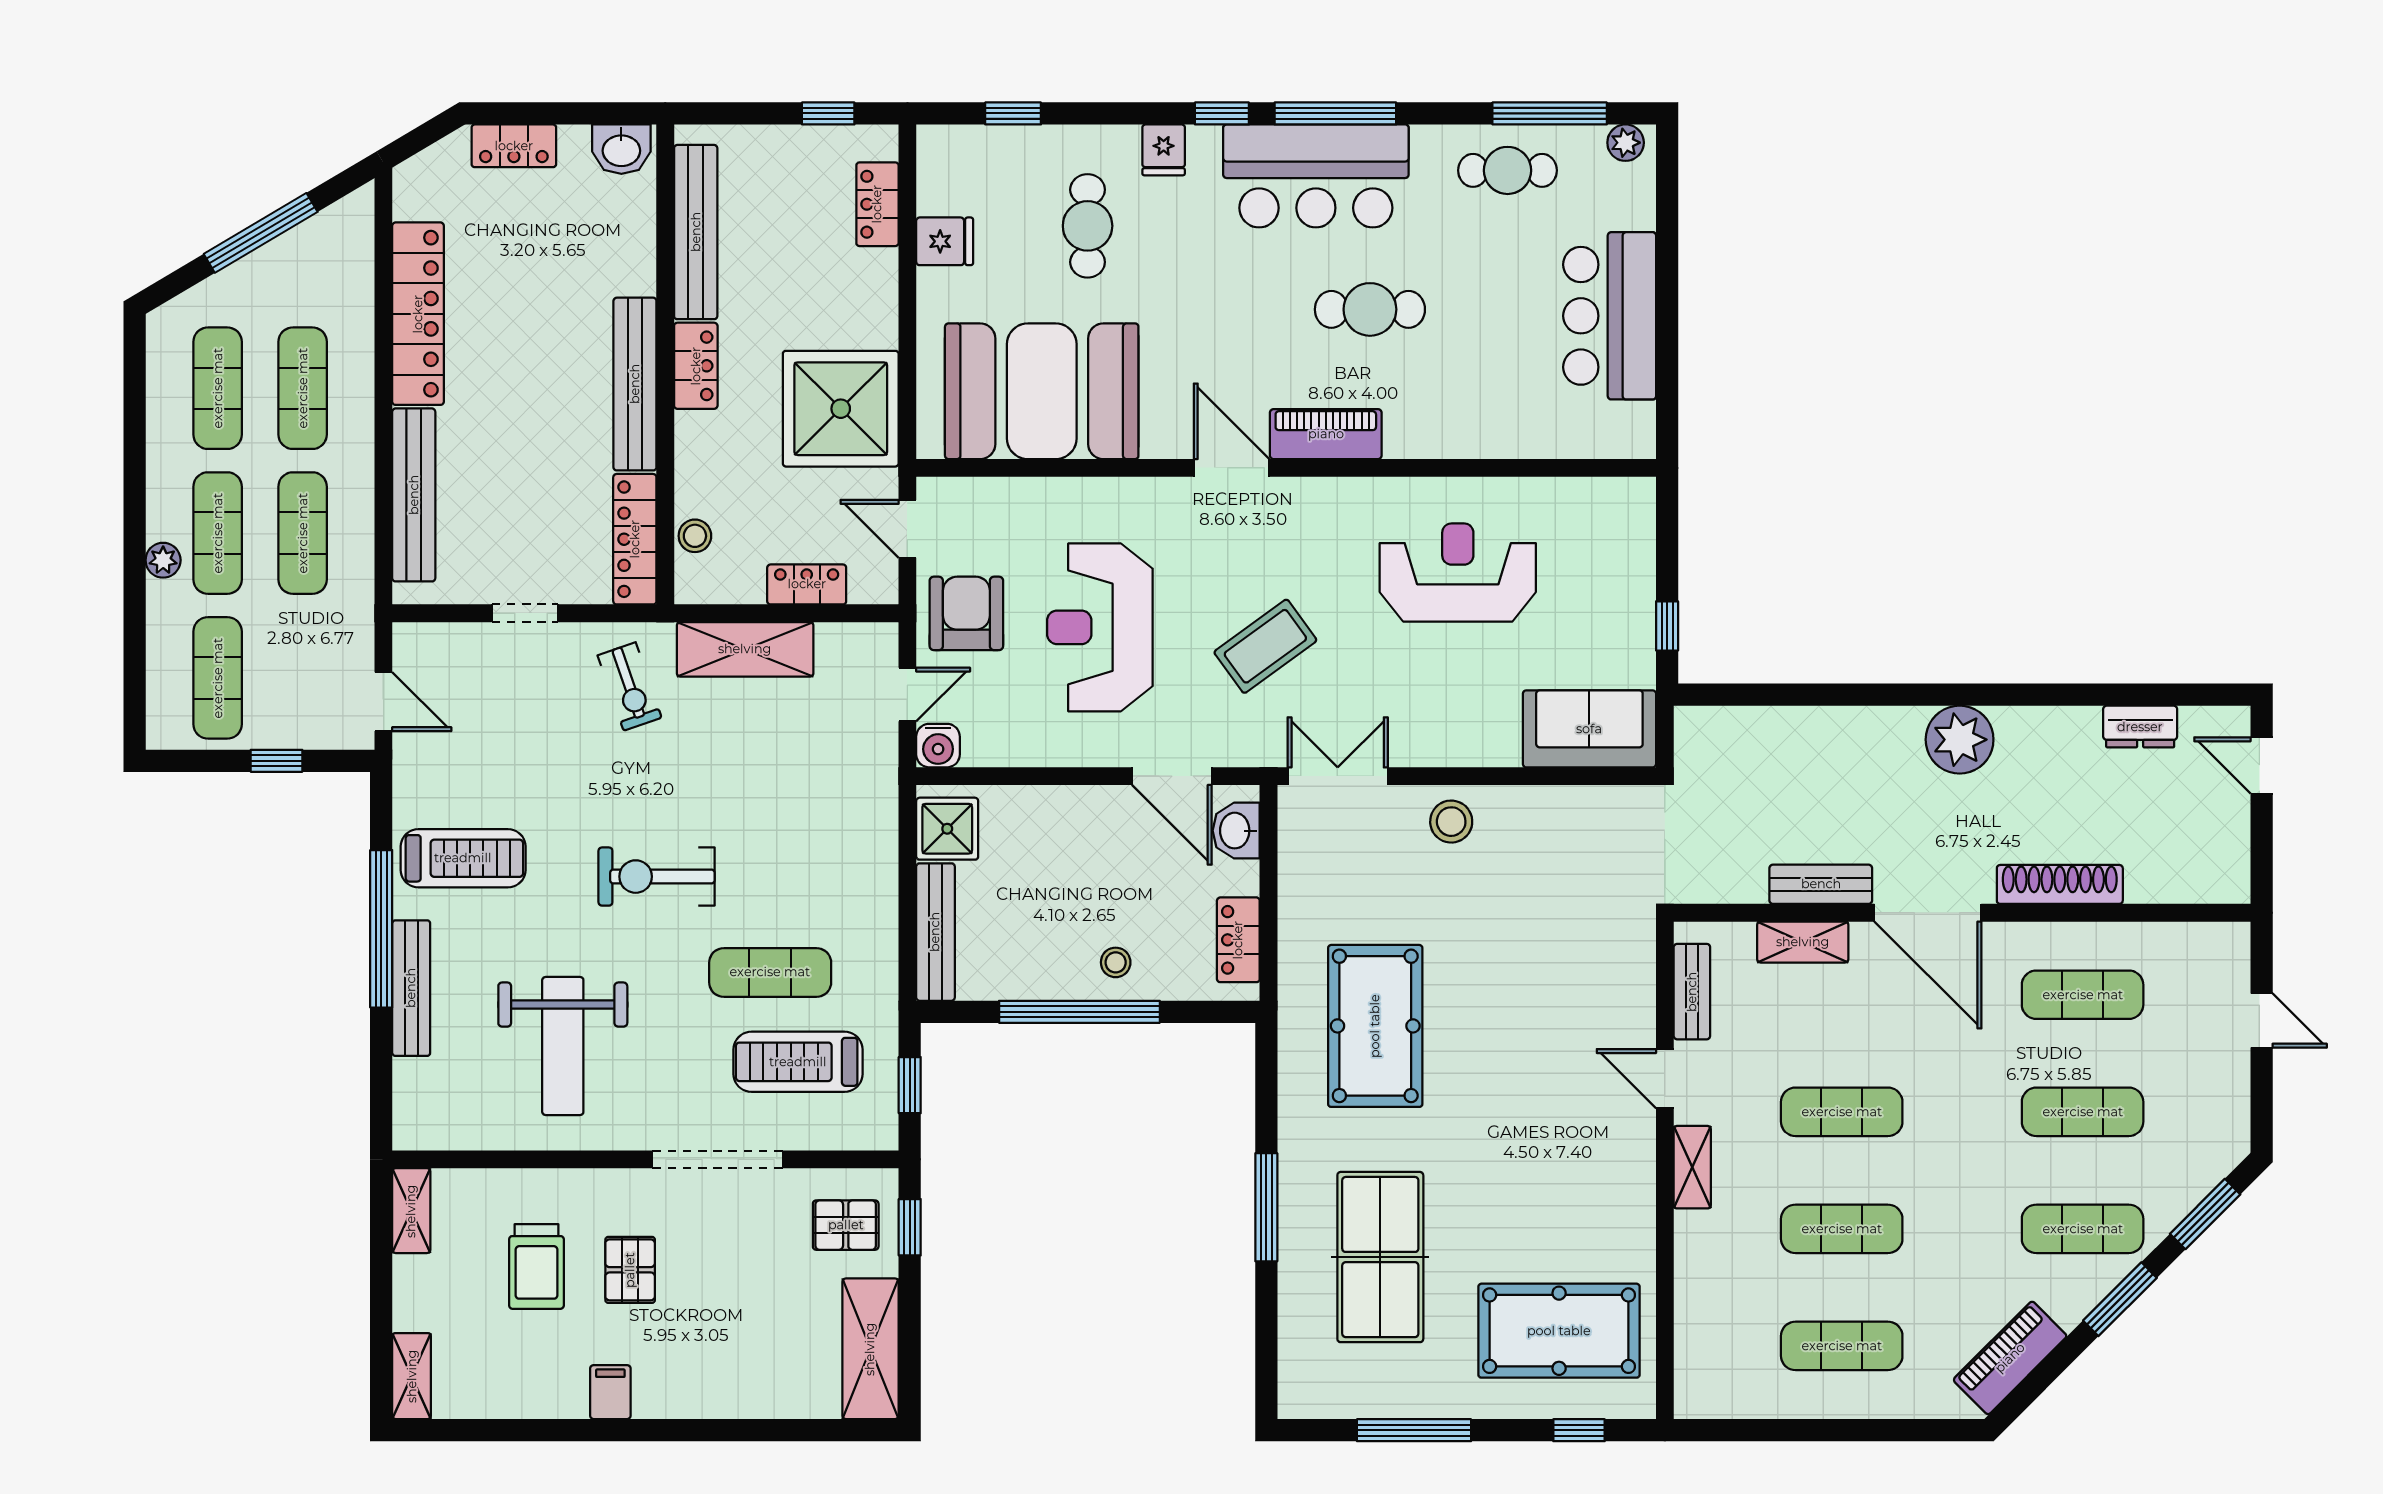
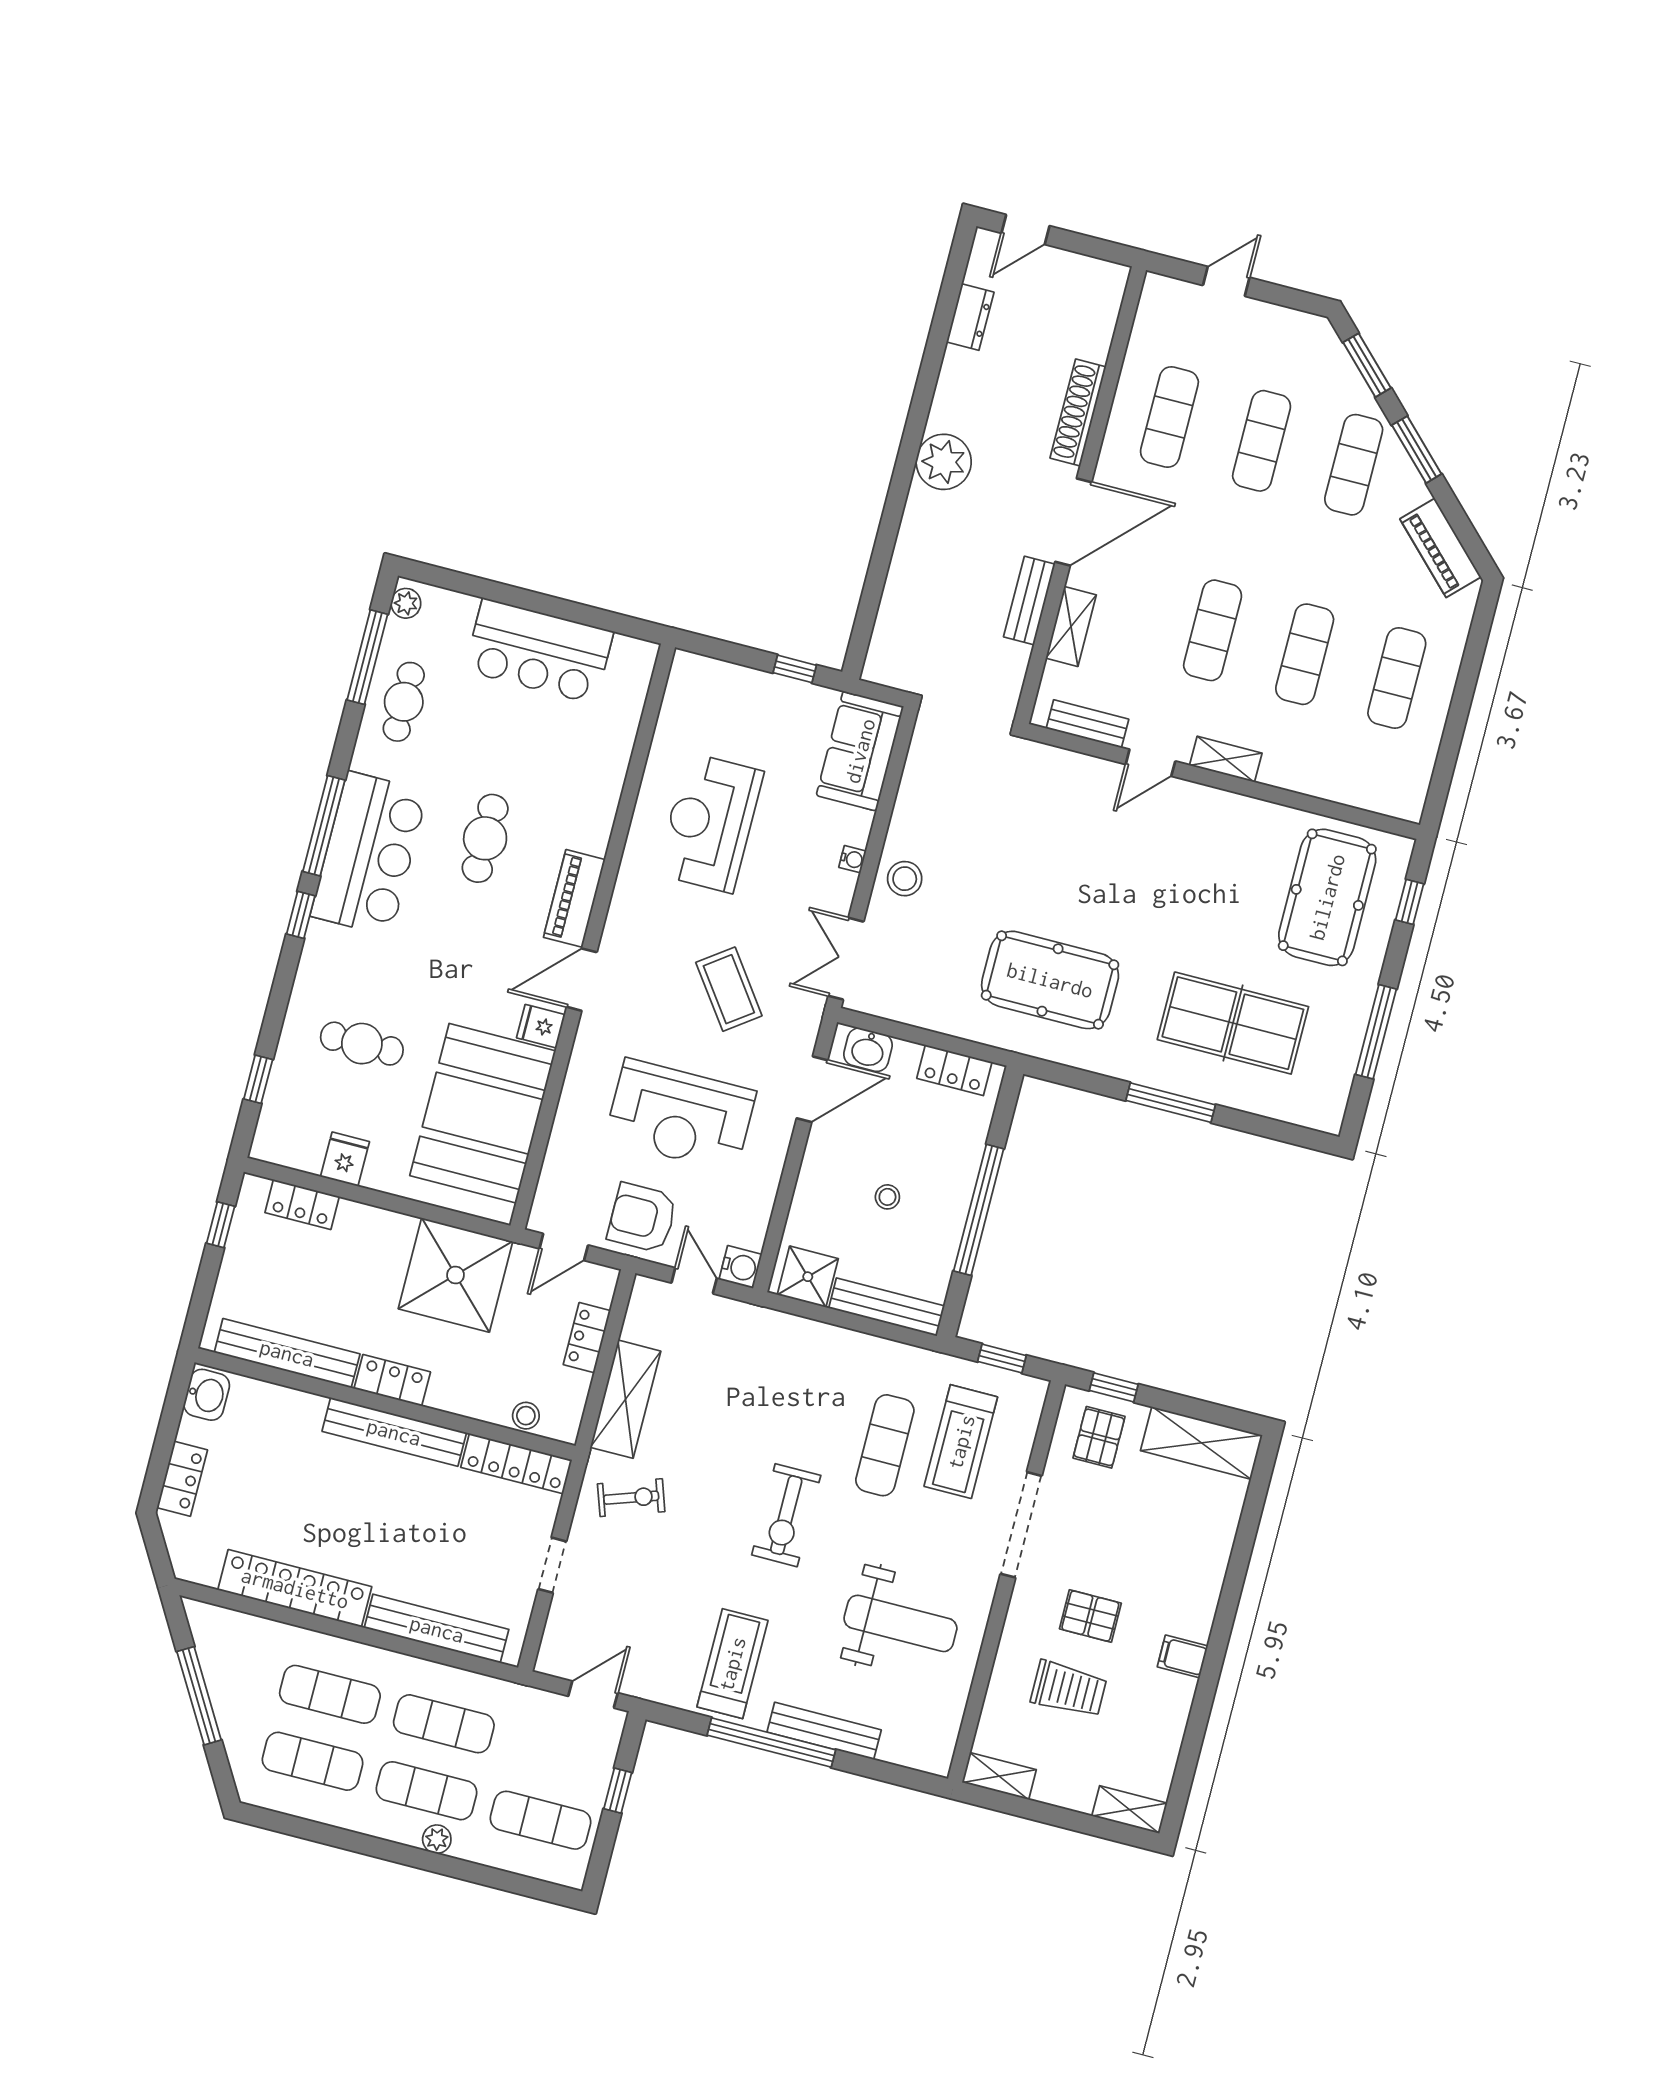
fridge: (1164, 150) -> (541, 1026), moved, turned 180
water cooler: (1458, 753) -> (853, 859), added
stool: (1116, 962) -> (887, 1197), moved

